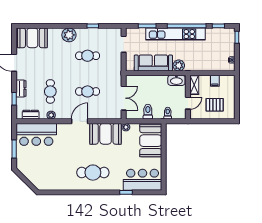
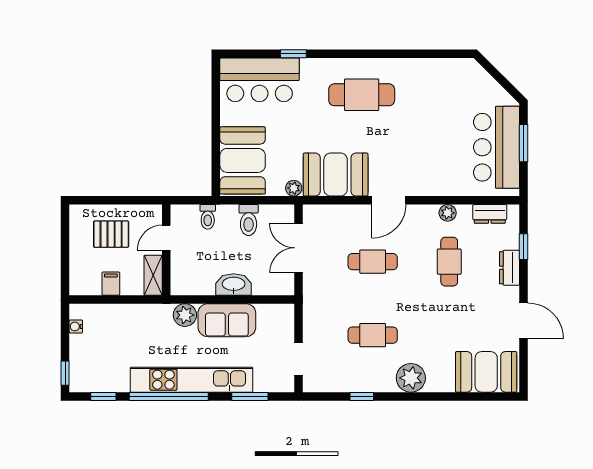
sofa: (153, 63) -> (227, 320), width x0.73
washbasin: (176, 80) -> (234, 284), moved
bar counter: (36, 134) -> (496, 147), moved, turned -90

